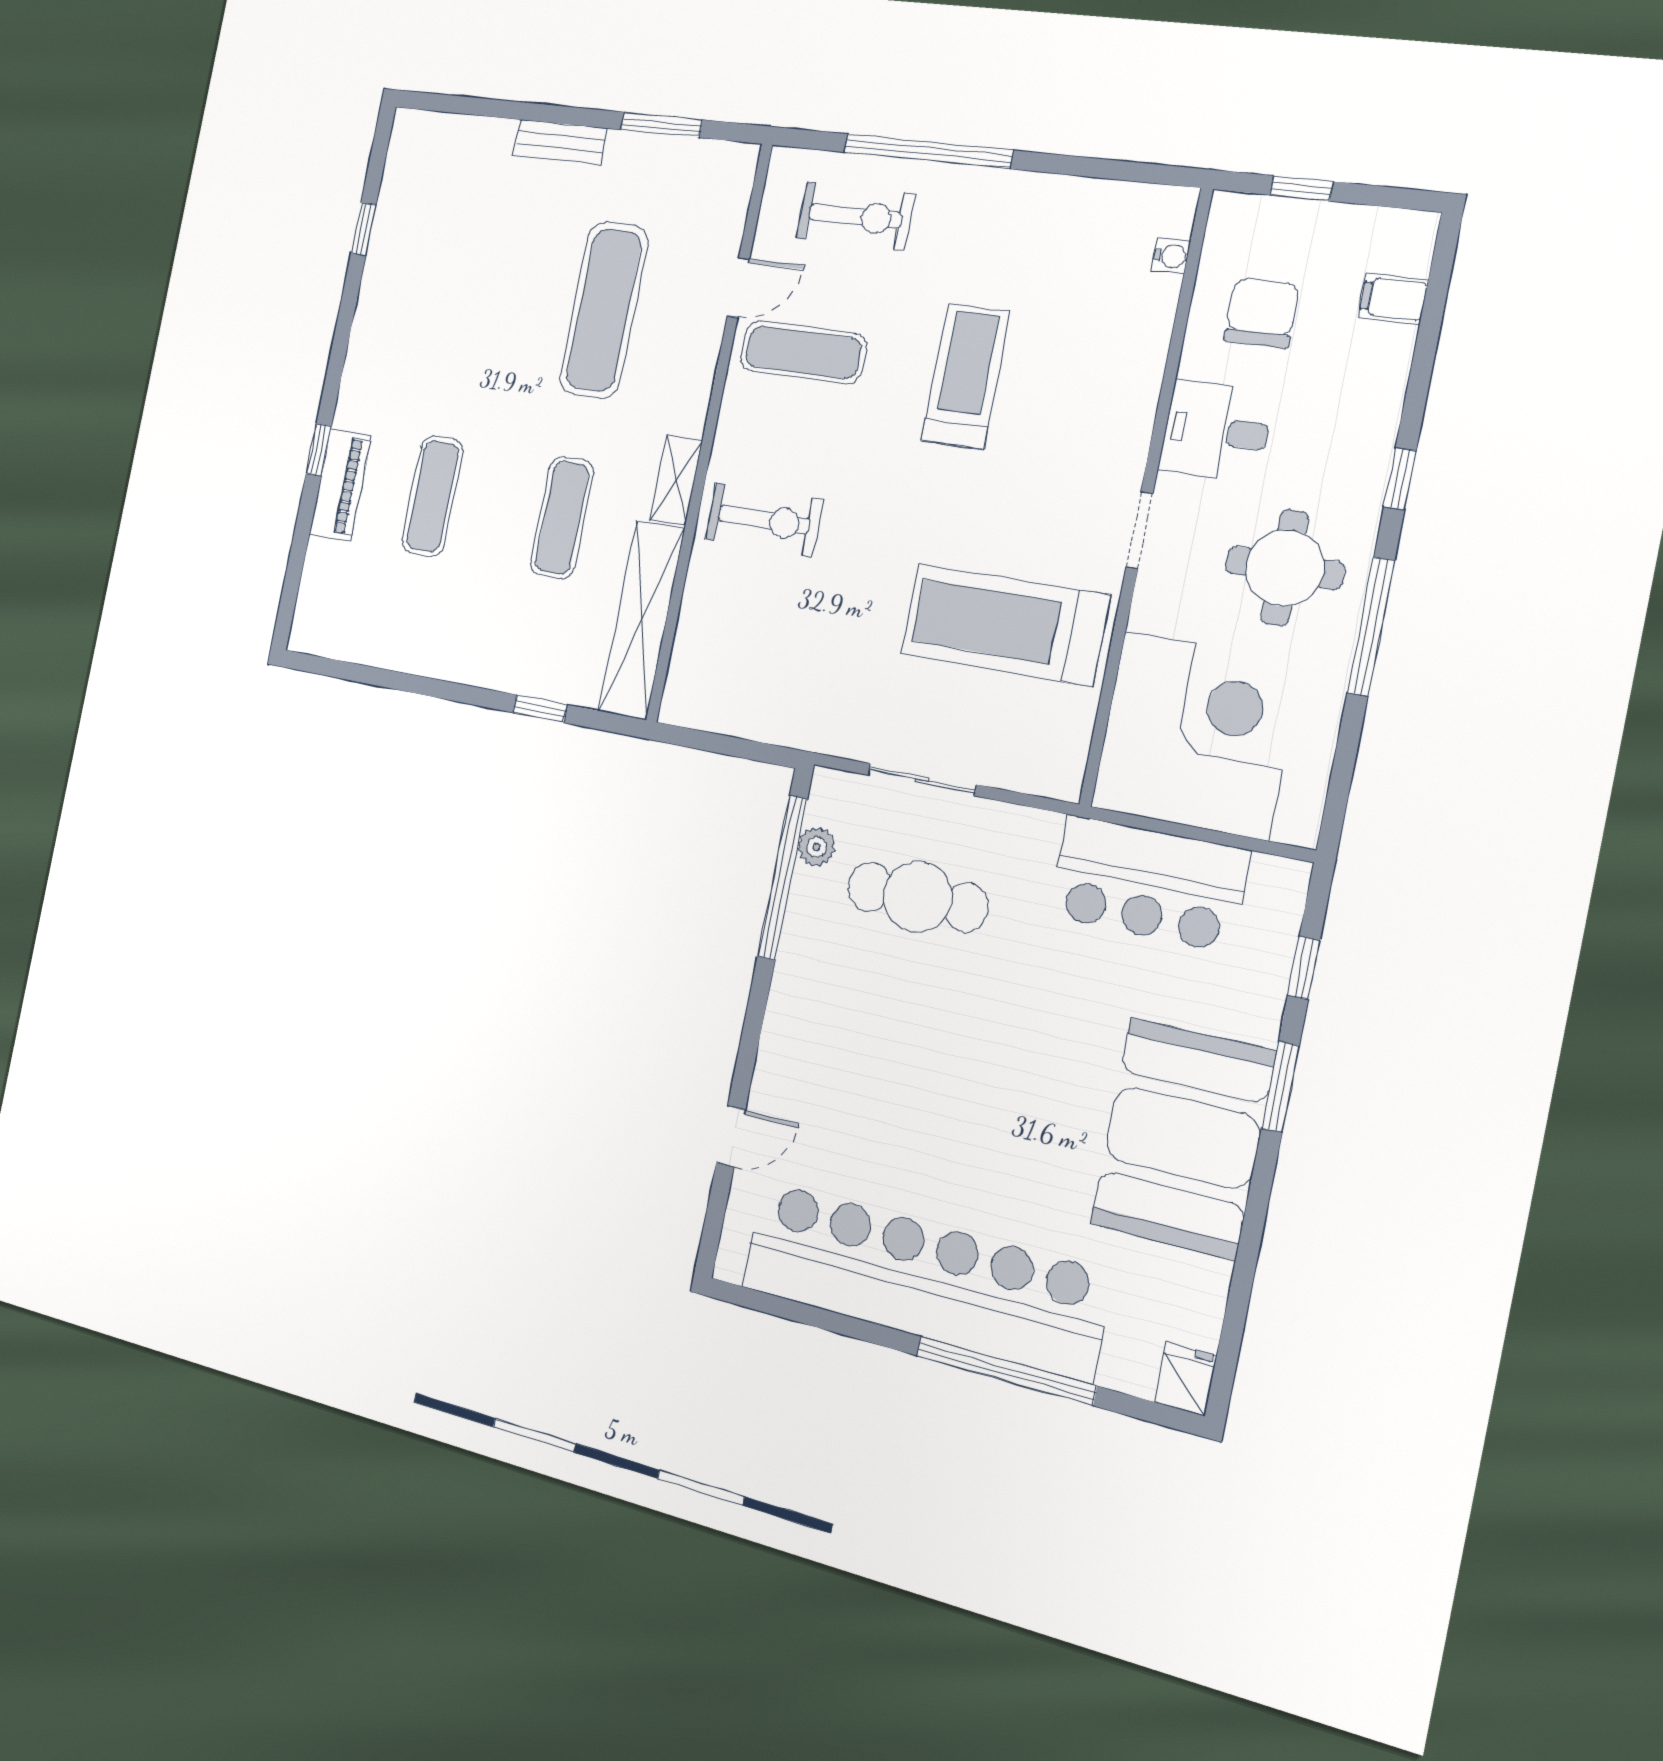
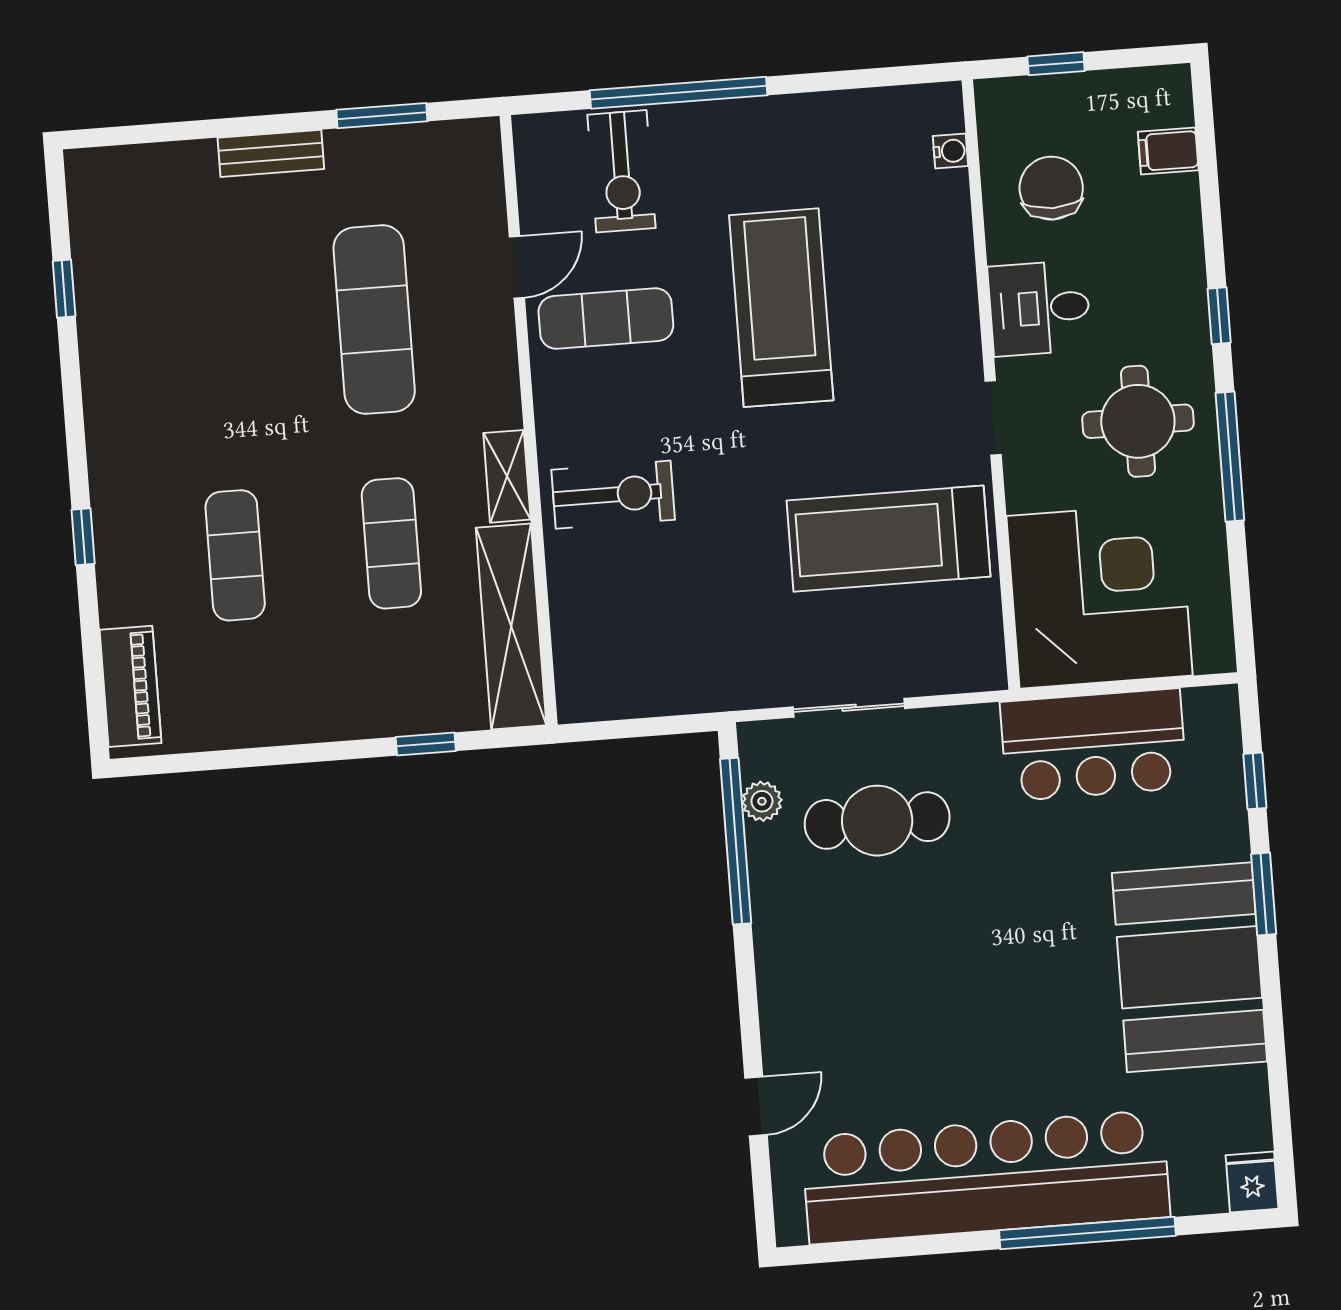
exercise bike: (855, 216) -> (621, 171), turned 90
treadmill: (966, 376) -> (781, 308), width x1.37, depth x1.38
piano: (341, 485) -> (130, 686), moved

